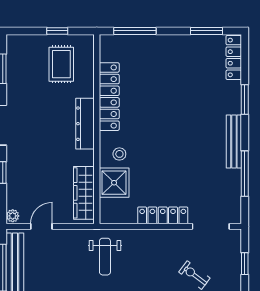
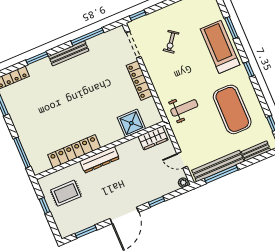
stool: (119, 154) -> (110, 128), removed
wardrobe: (84, 193) -> (153, 138), width x0.67
window: (245, 264) -> (138, 15), moved

